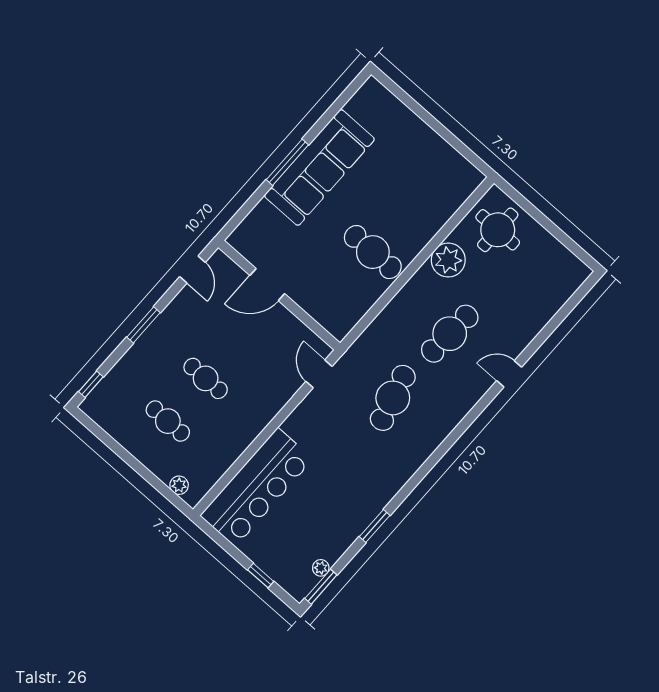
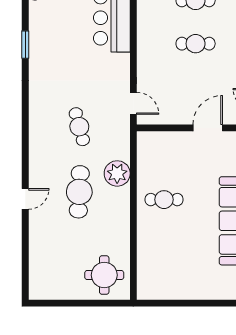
cafe table: (373, 252) -> (164, 200), width x0.73, depth x0.74
plant: (448, 260) -> (117, 173), moved
cafe table: (393, 398) -> (79, 127), width x0.73, depth x0.74

